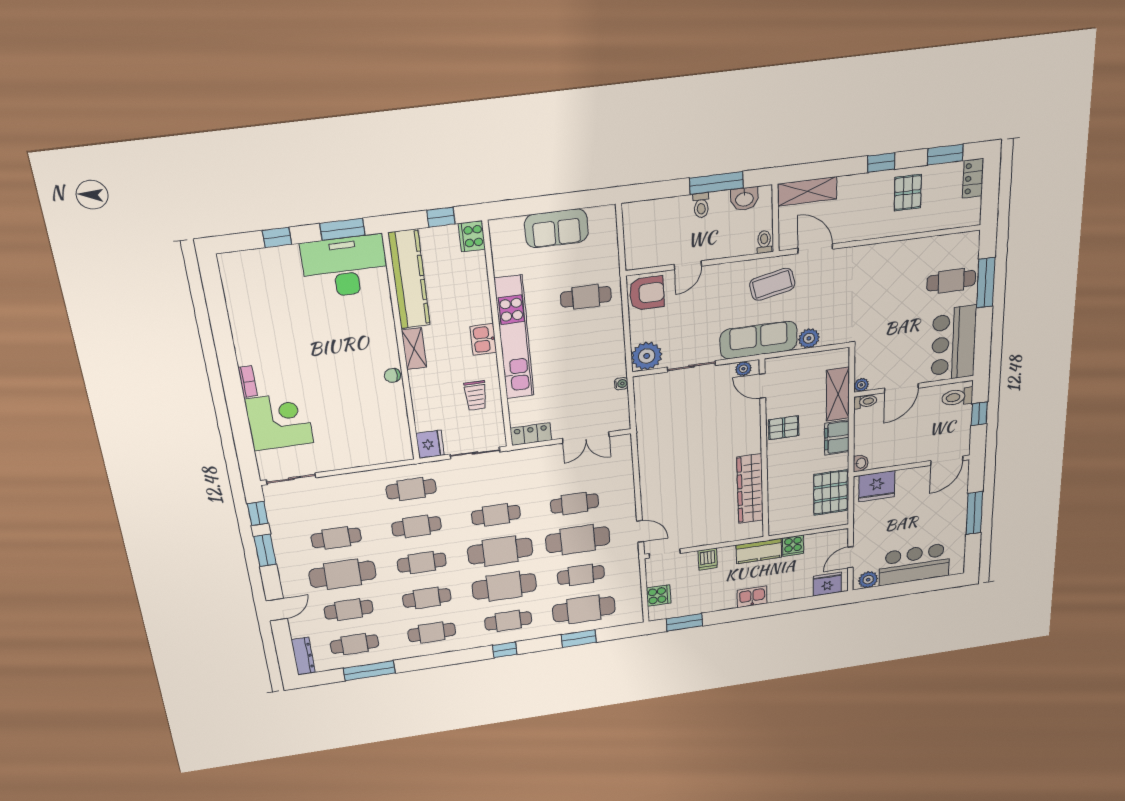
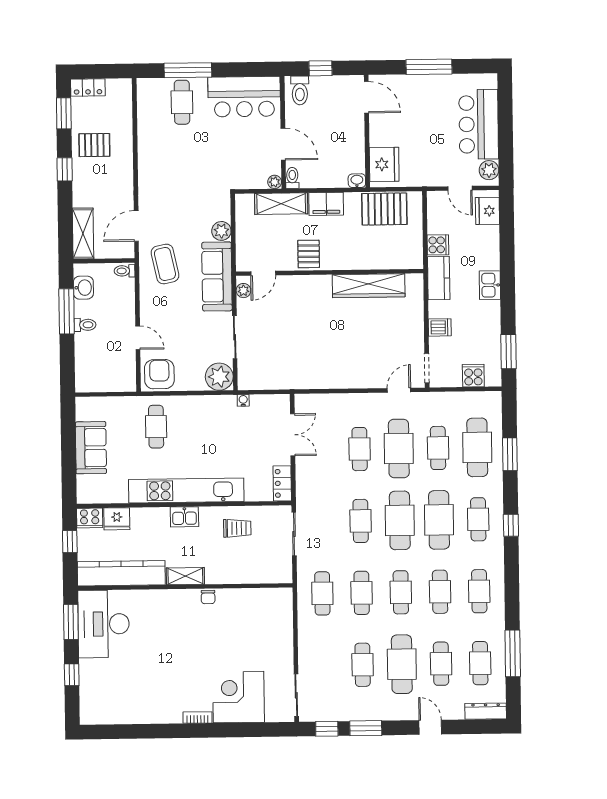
fridge: (430, 444) -> (117, 519), moved, turned 180

